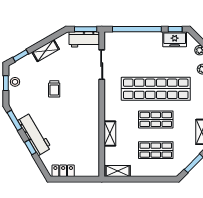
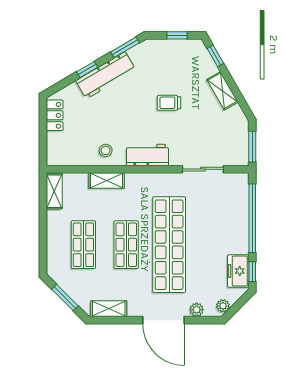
workbench: (84, 39) -> (148, 155), moved, turned 90
stool: (15, 82) -> (106, 150), moved

